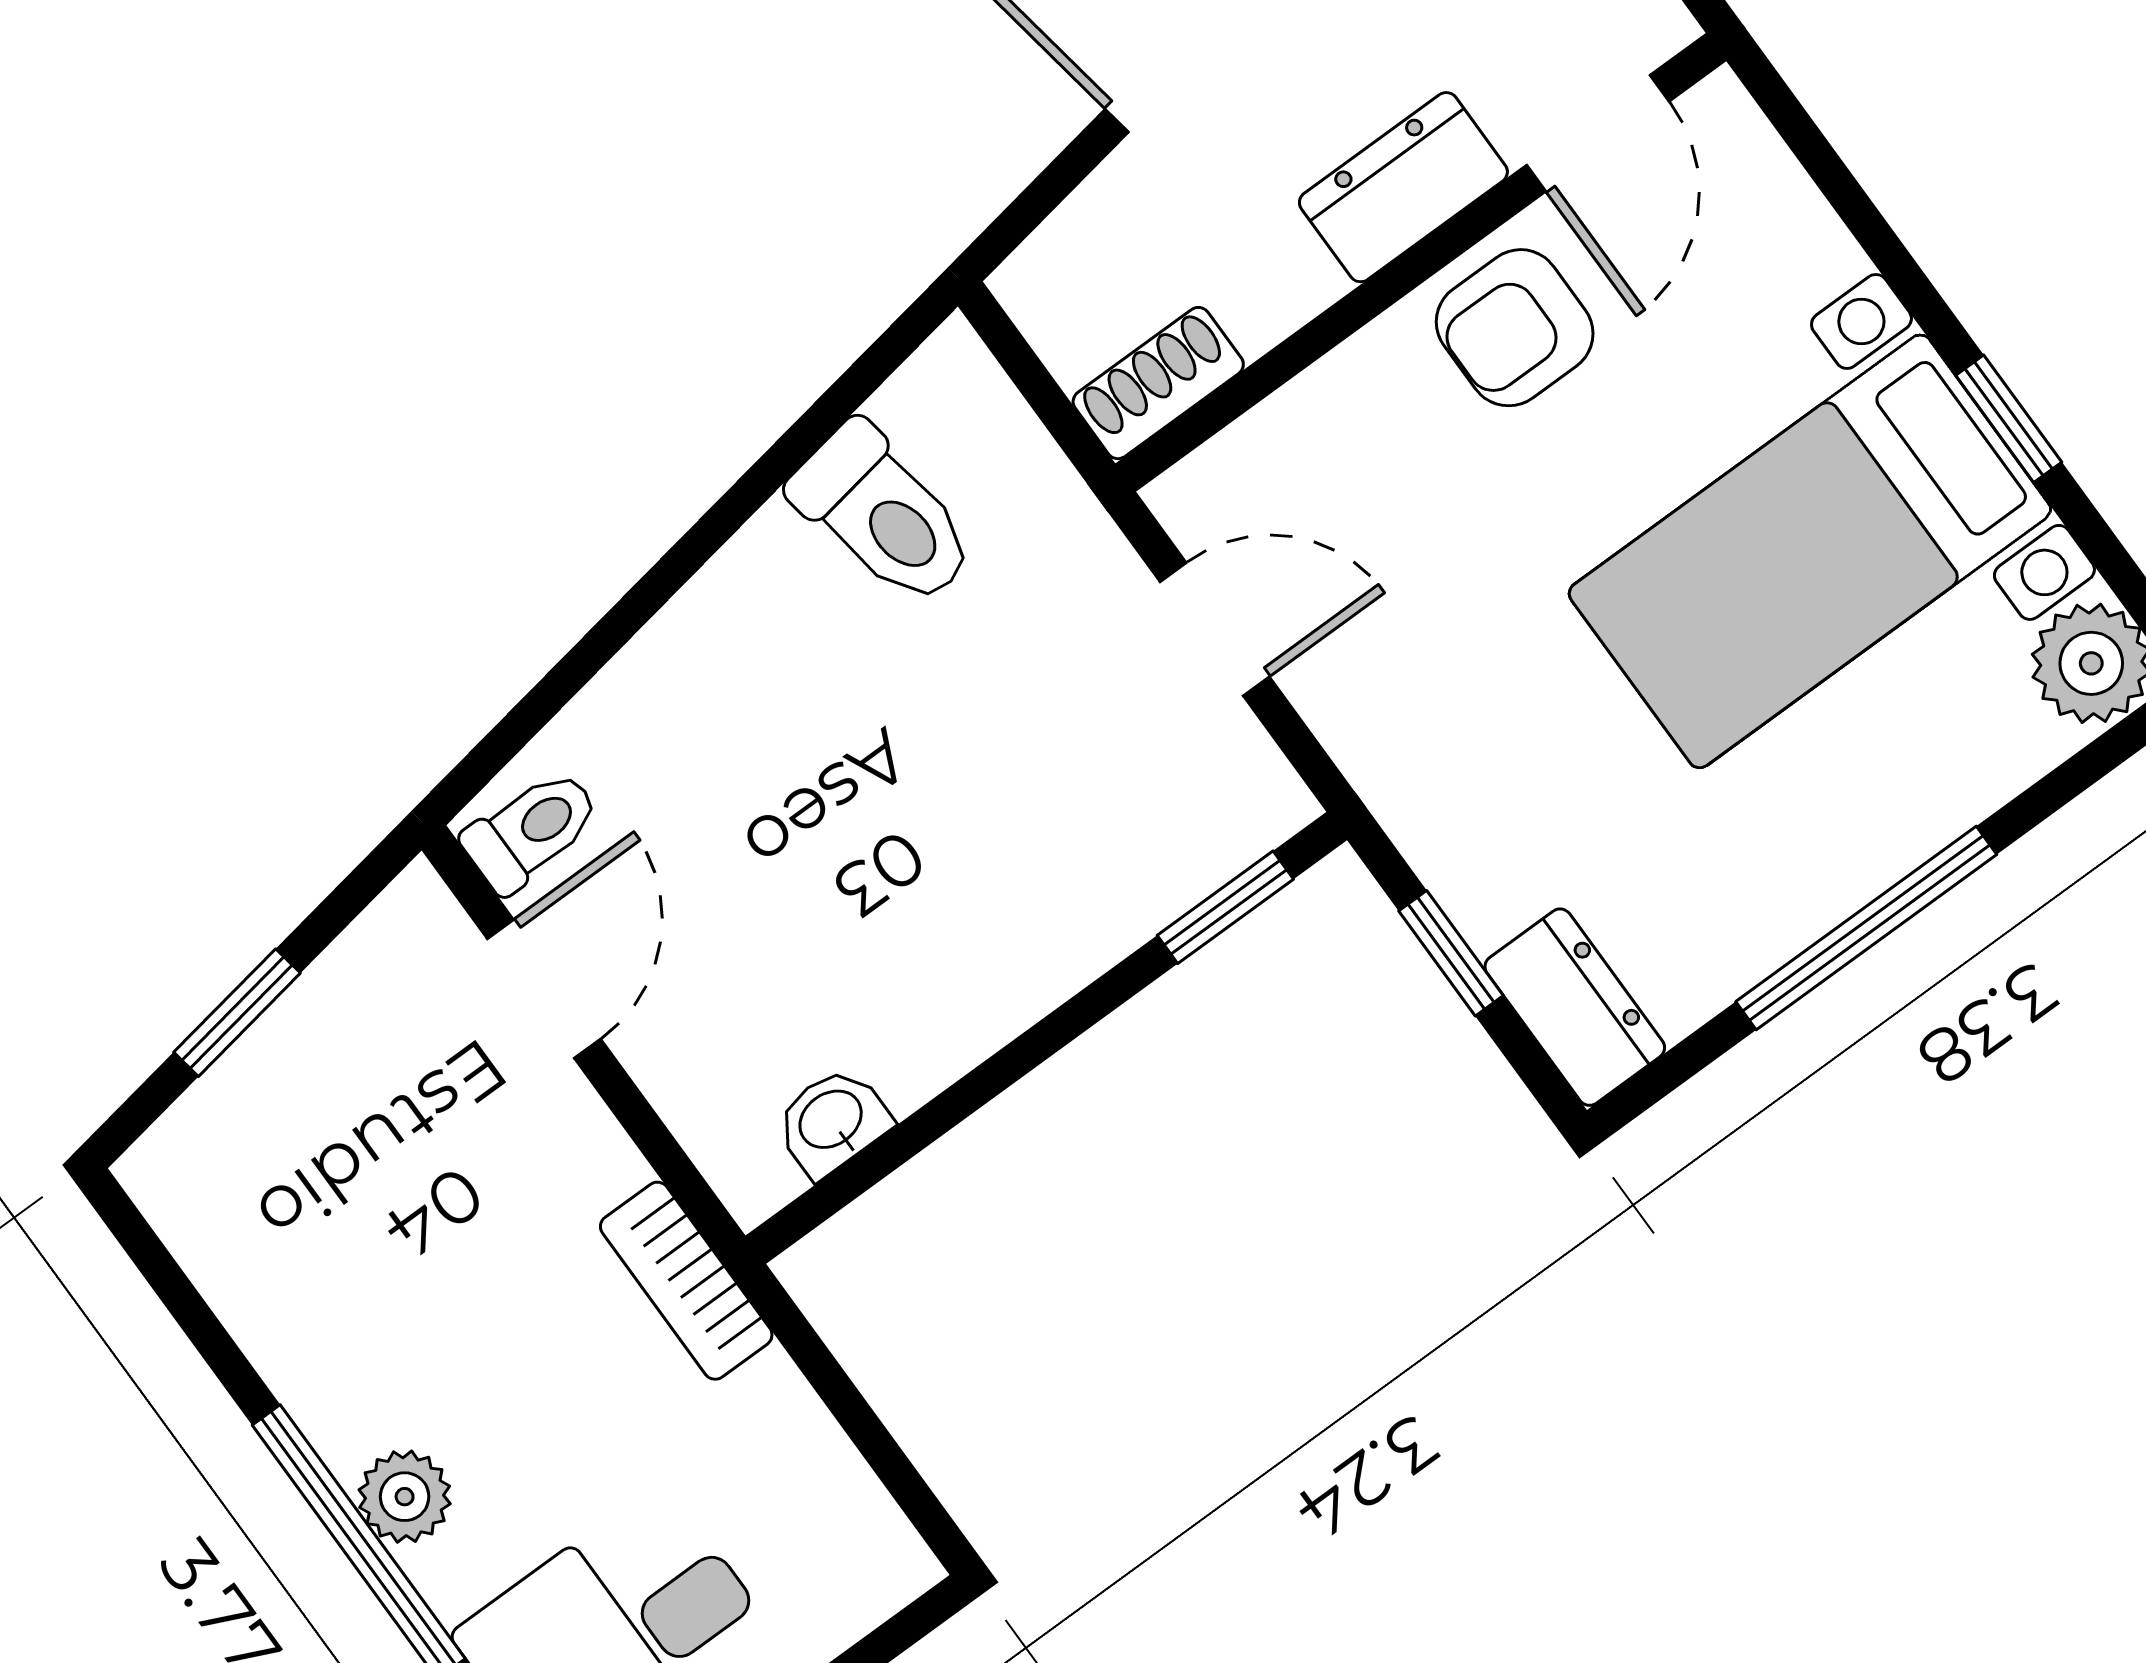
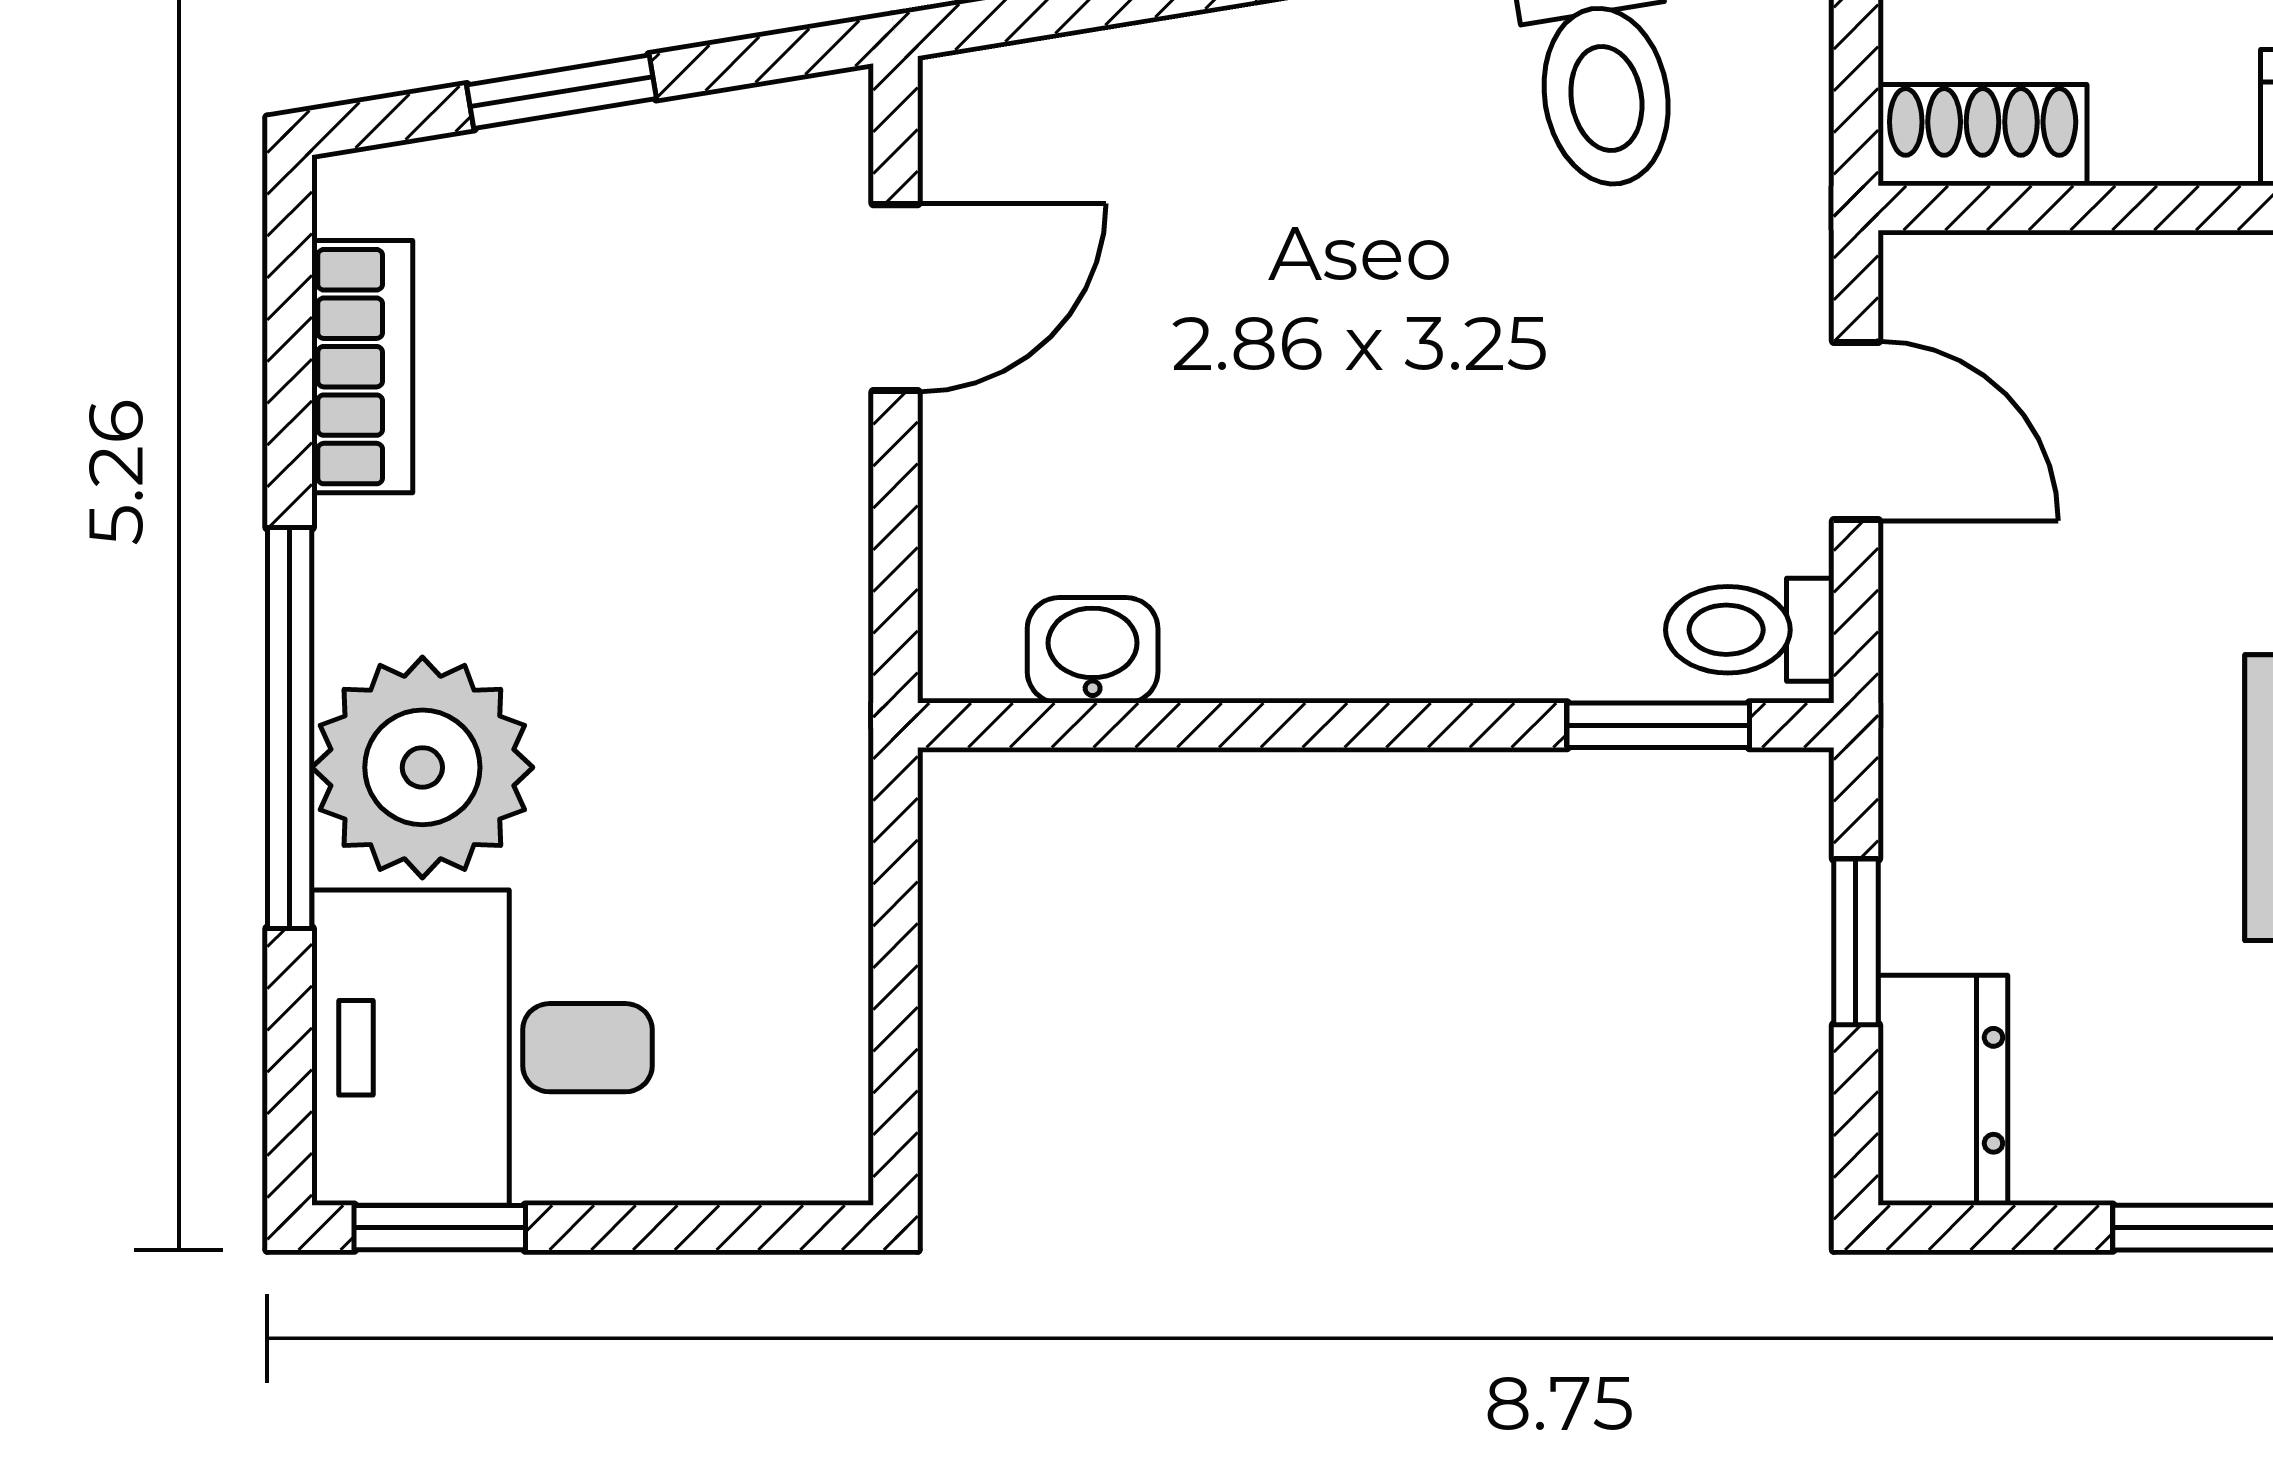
toilet: (532, 830) -> (1750, 630), moved, turned 180
bookcase: (686, 1281) -> (362, 367), moved, turned 180
plant: (405, 1497) -> (422, 767), width x1.88, depth x1.88

